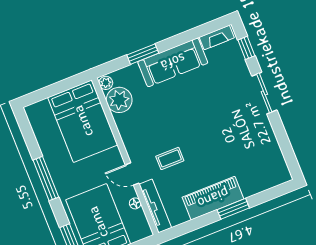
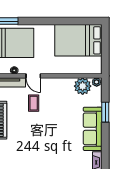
bed: (83, 121) -> (78, 40), moved
door: (132, 174) -> (33, 76), swing flipped
window: (46, 179) -> (52, 21), removed

